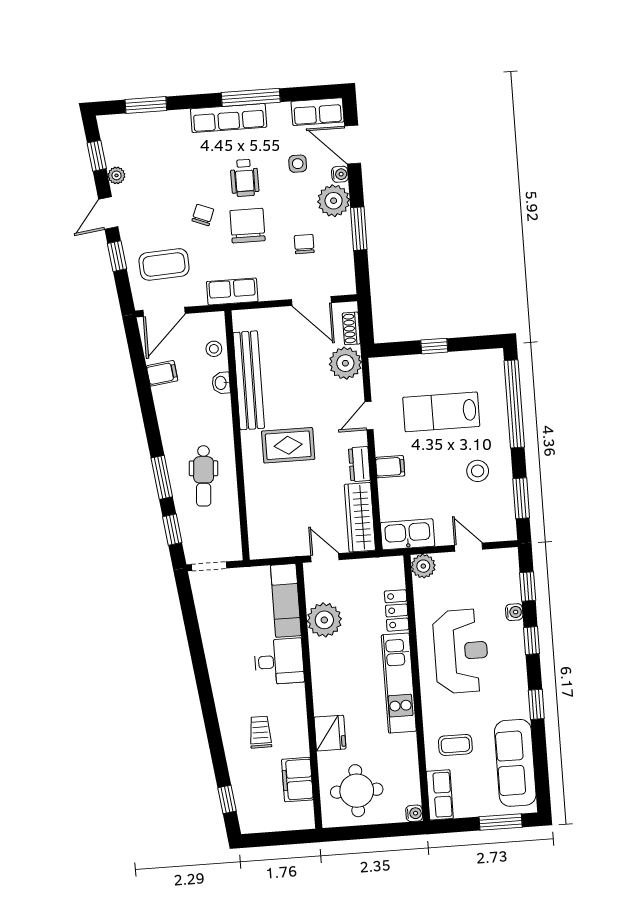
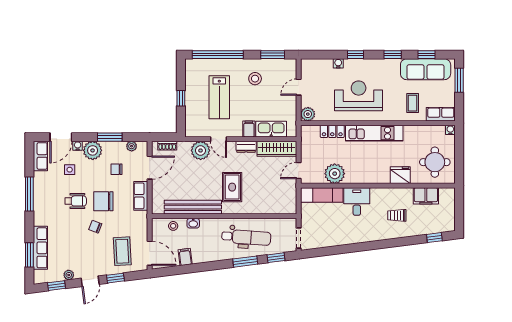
row of seats: (229, 118) -> (40, 248), moved
door: (108, 213) -> (90, 281), hinge flipped
plant: (346, 267) -> (132, 146), added
row of seats: (232, 291) -> (141, 196), moved
plant: (345, 363) -> (201, 151), moved
dental chair: (204, 476) -> (246, 237), width x1.36, depth x1.38
kitchen sink: (407, 534) -> (271, 129), moved, turned 90
window: (528, 586) -> (426, 55), moved

